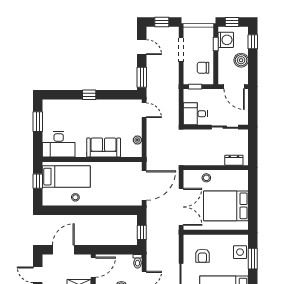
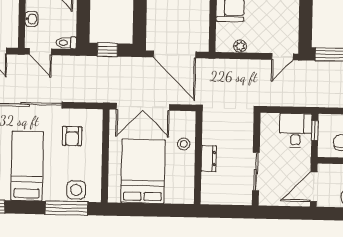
desk: (195, 114) -> (296, 131), moved
dresser: (234, 160) -> (209, 159), moved
armchair: (202, 256) -> (72, 136), turned -90
window: (253, 259) -> (66, 208), width x1.44

